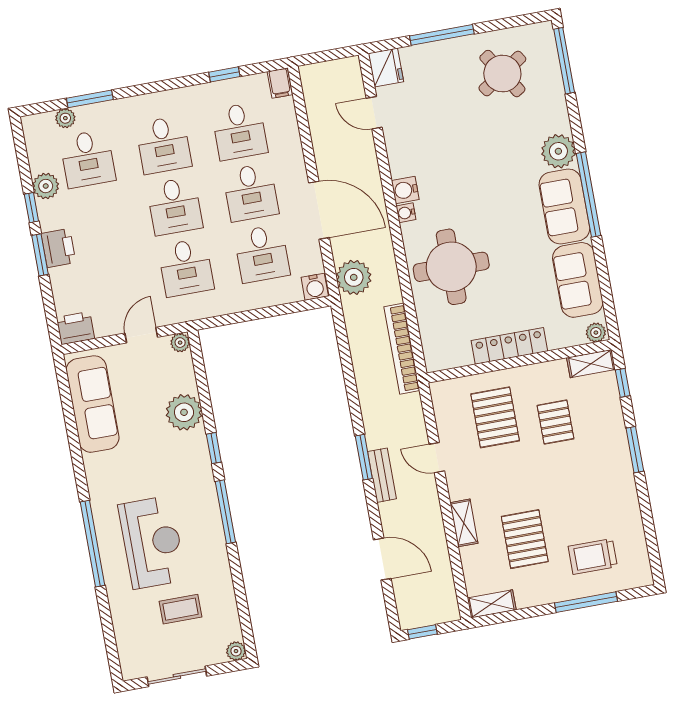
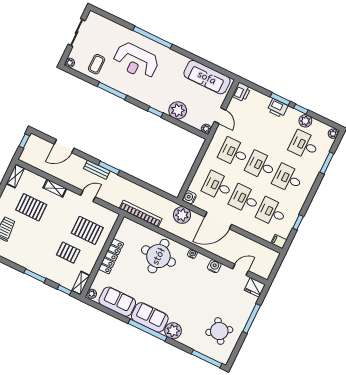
plant: (65, 118) -> (333, 134), moved
water cooler: (405, 190) -> (214, 266), moved
window: (225, 512) -> (112, 91), moved
coffee table: (181, 609) -> (97, 64), moved

